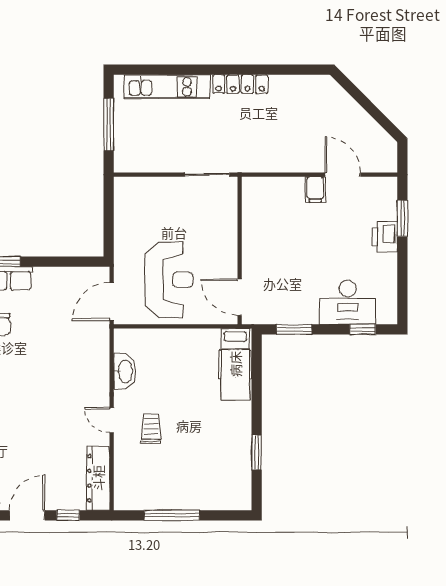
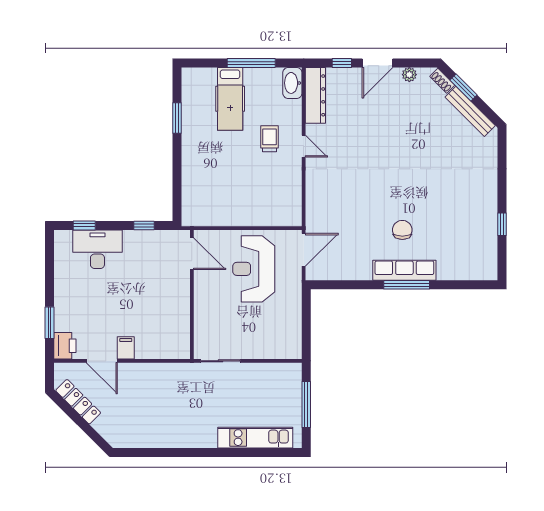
locker: (240, 84) -> (78, 402), moved, turned 45
printer: (385, 237) -> (65, 346), moved
window: (294, 329) -> (144, 225), width x0.67
hospital bed: (235, 364) -> (230, 99), moved, turned 180
washbasin: (125, 371) -> (292, 83), moved
trolley: (151, 429) -> (269, 139), turned 180

